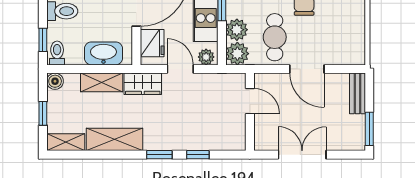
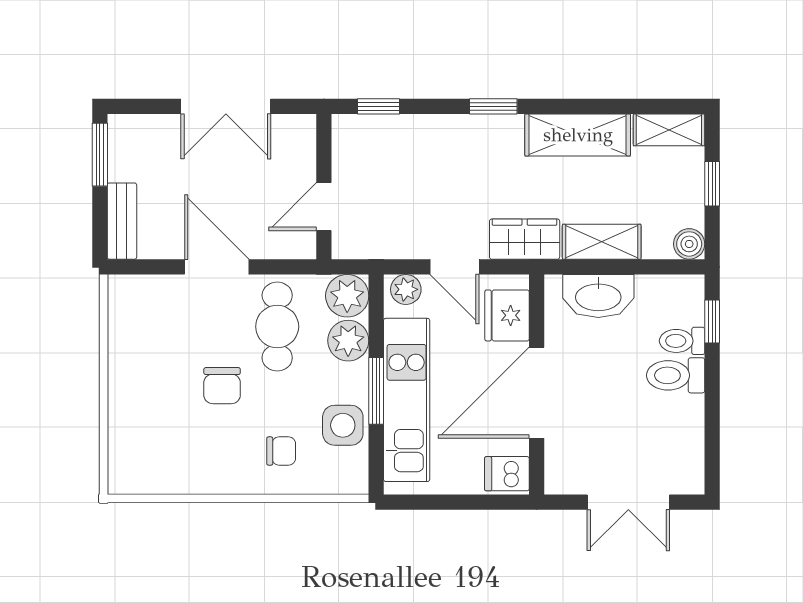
toilet: (57, 53) -> (682, 341), moved, turned 90
door: (250, 101) -> (324, 207), hinge flipped
window: (198, 155) -> (378, 106), moved

